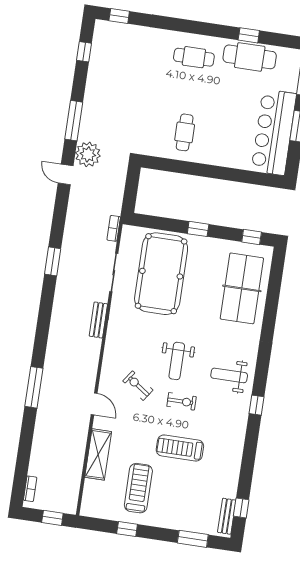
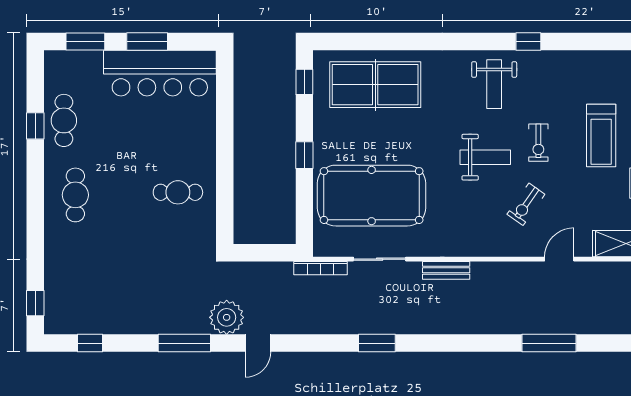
cafe table: (250, 57) -> (64, 120), width x0.73, depth x0.74
bookcase: (114, 228) -> (320, 268), width x1.56
exercise bike: (182, 401) -> (538, 143), turned 180

